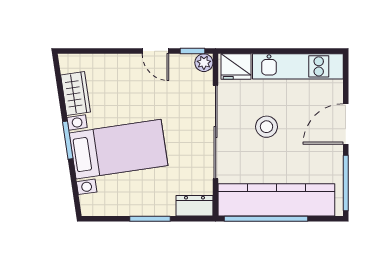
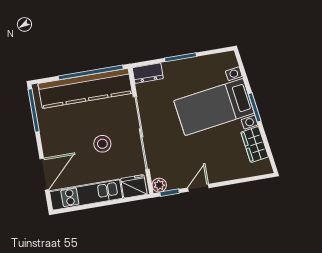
door: (155, 51) -> (198, 188), hinge flipped
door: (346, 124) -> (44, 174), moved

